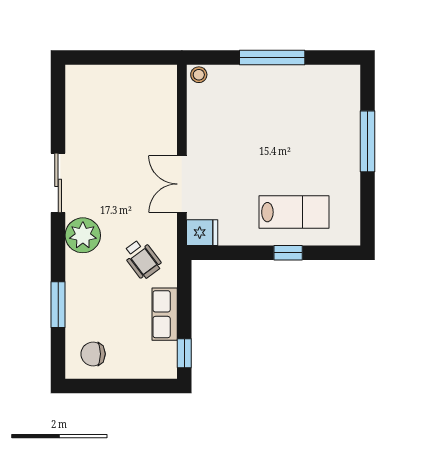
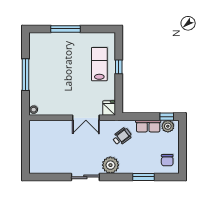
plant: (164, 355) -> (168, 126), added

